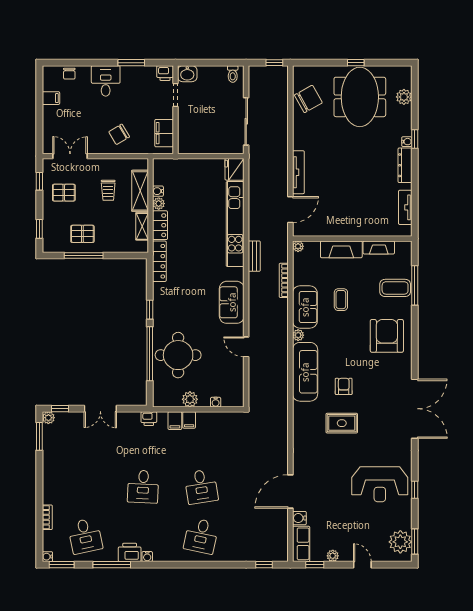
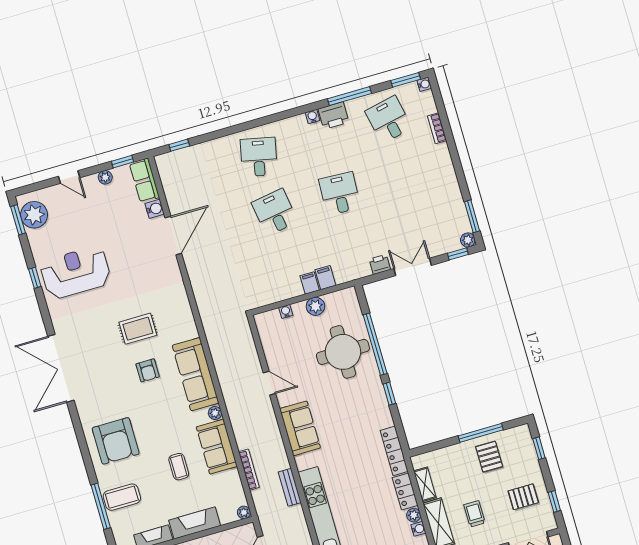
pallet: (82, 234) -> (489, 457), turned 90
printer: (149, 419) -> (380, 264), moved

